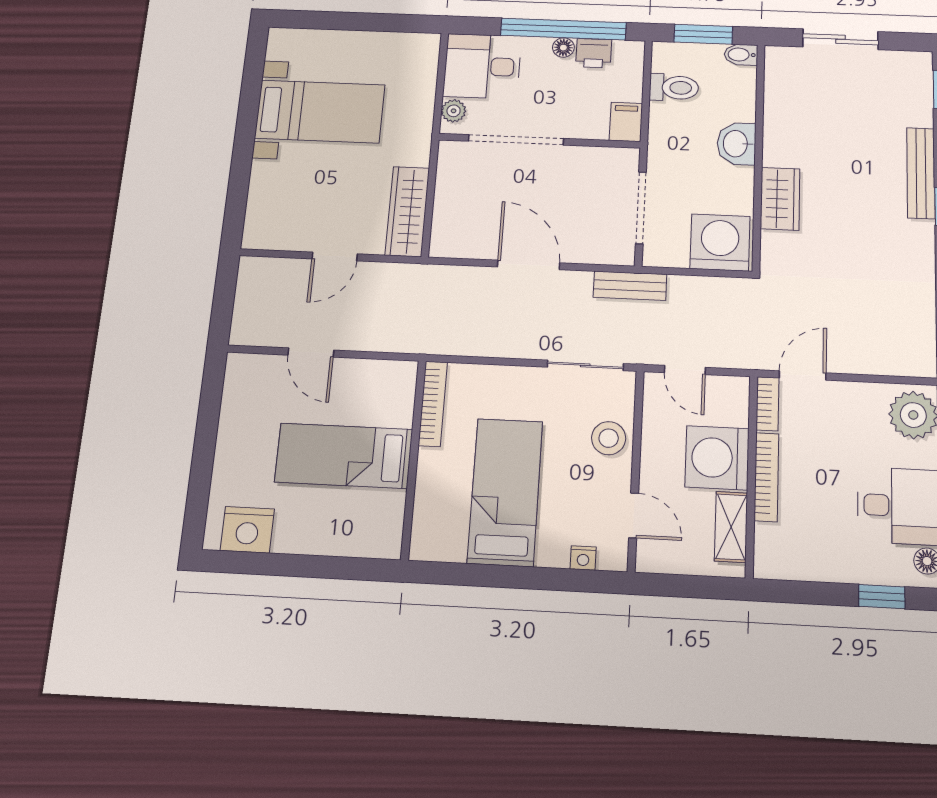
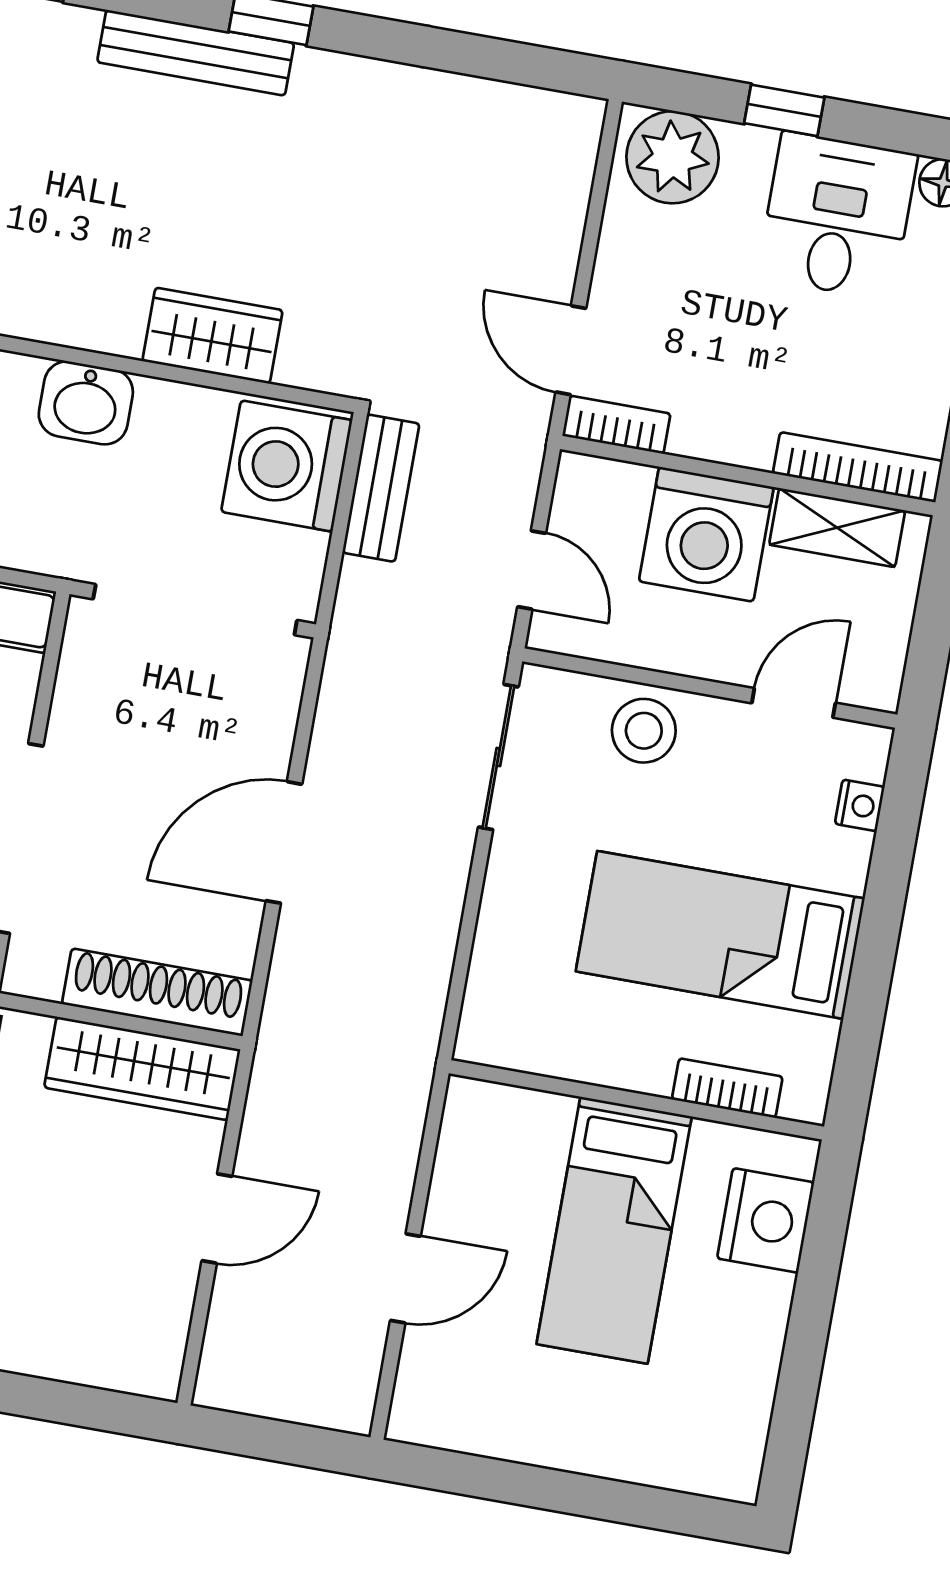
doorway: (641, 208) -> (195, 610), width x1.36
shoe rack: (446, 214) -> (157, 992), added
door: (335, 256) -> (217, 1219), hinge flipped
bench: (630, 286) -> (381, 488), moved
door: (685, 370) -> (532, 570), hinge flipped
bookcase: (433, 404) -> (727, 1088), moved, width x0.64
bookcase: (766, 477) -> (858, 467), moved
nightstand: (247, 530) -> (766, 1220), moved

